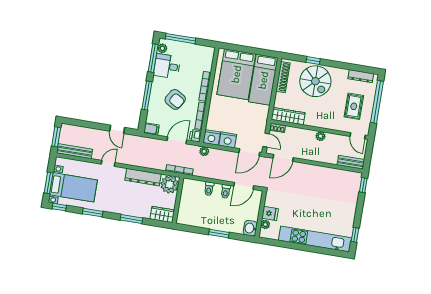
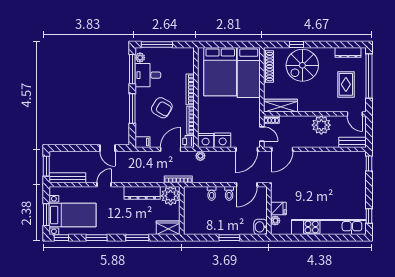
spiral stairs: (315, 81) -> (302, 65), turned 90
plant: (321, 136) -> (321, 125), width x1.88, depth x1.88

